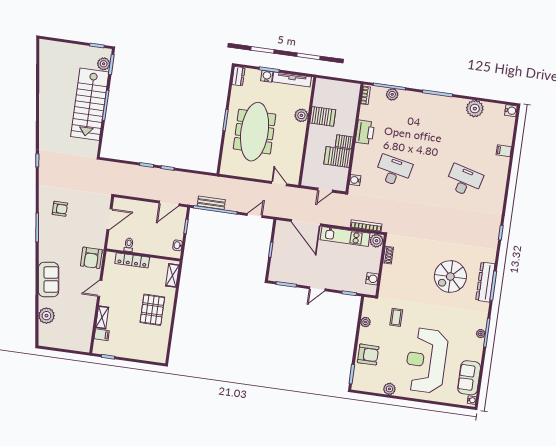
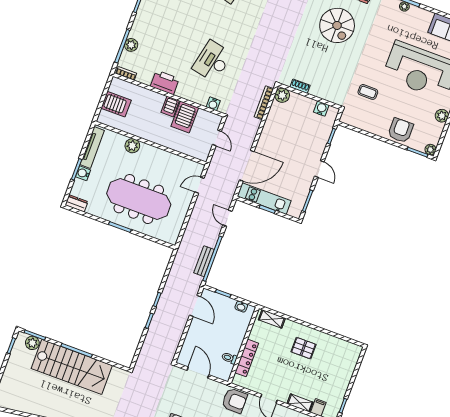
server rack: (323, 116) -> (116, 104), moved, turned 90
kitchen unit: (345, 236) -> (264, 199), moved, turned -90
pallet: (152, 310) -> (303, 348), width x0.67, depth x0.71
plant: (366, 322) -> (430, 150), moved

